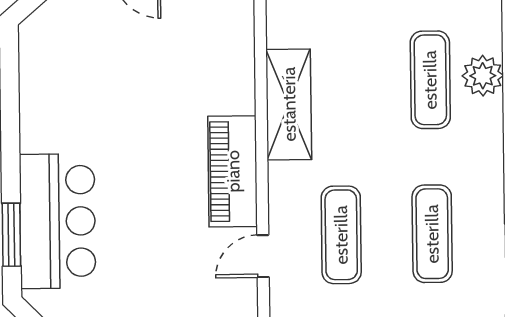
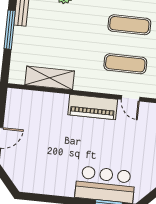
exercise mat: (430, 80) -> (63, 18), removed
shelving: (289, 104) -> (50, 78), moved

